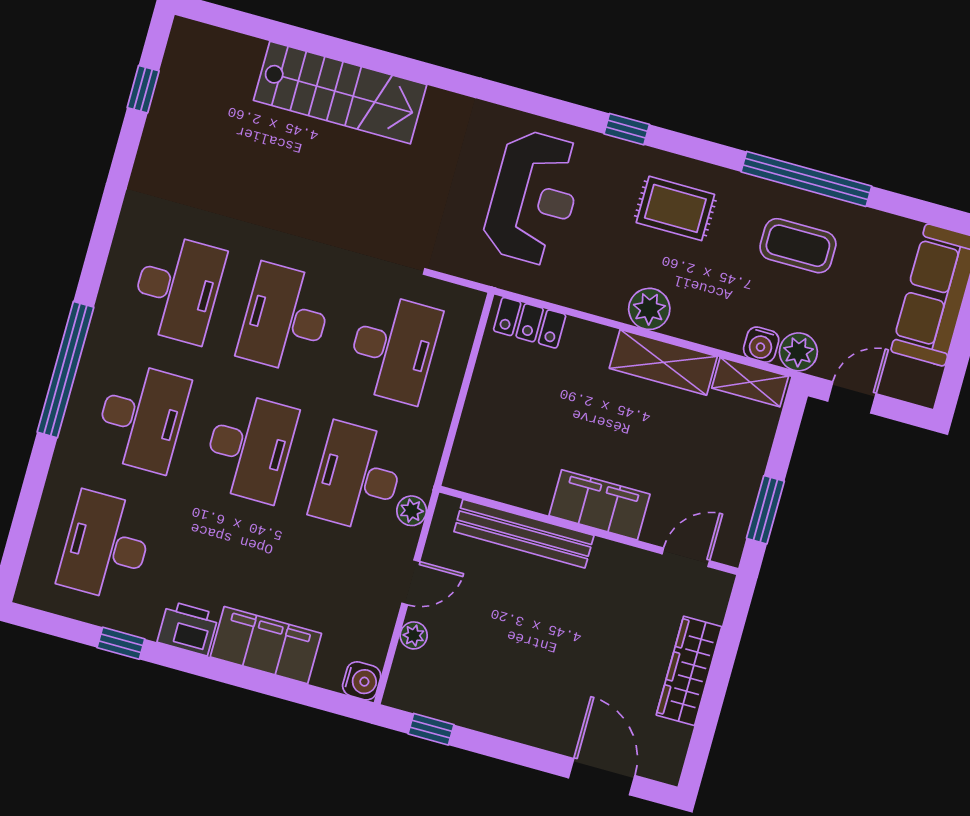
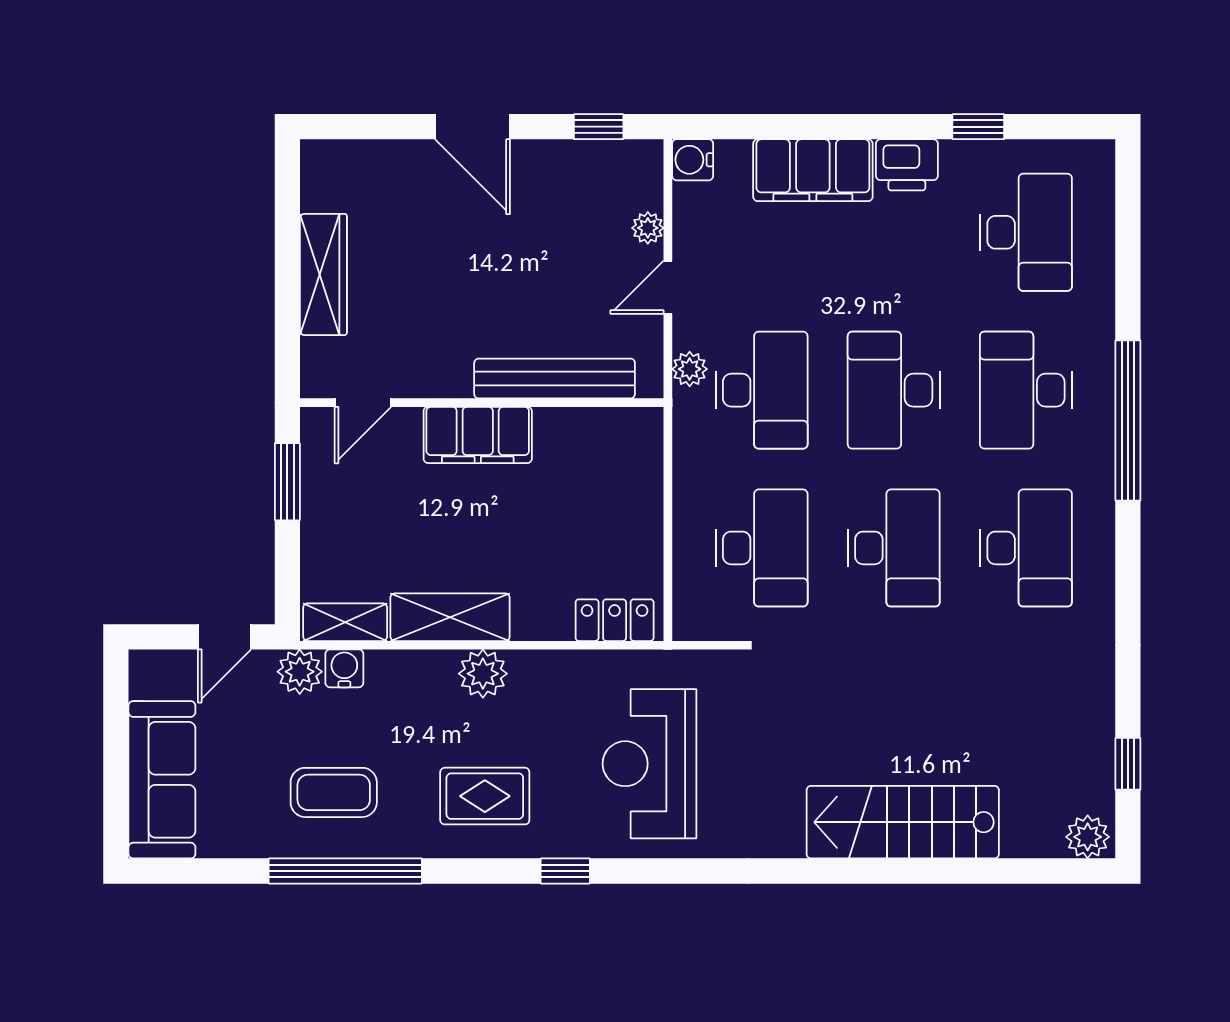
plant: (193, 39) -> (1088, 837), added
desk: (177, 289) -> (1026, 548), turned 180
desk: (393, 348) -> (762, 548), turned 180
door: (602, 777) -> (472, 127), moved

